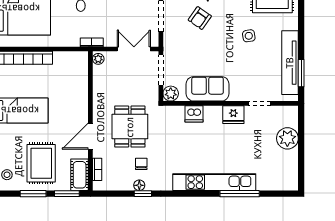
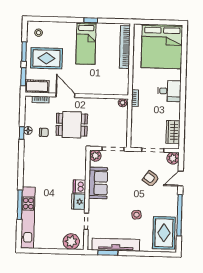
double door: (134, 49) -> (129, 129), removed
dishwasher: (194, 114) -> (79, 186), moved
plant: (287, 138) -> (71, 242), moved
kitchen unit: (214, 182) -> (28, 218), moved

